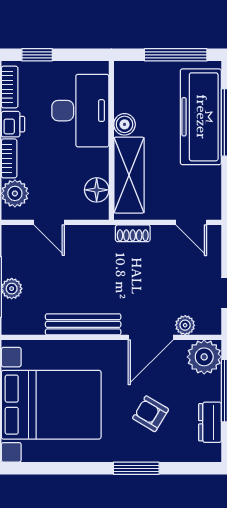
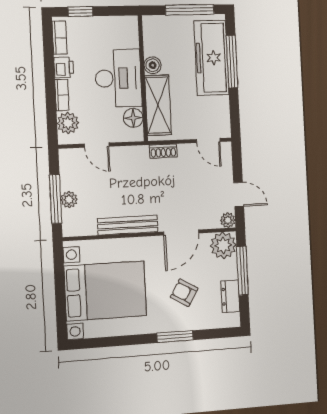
desk: (80, 111) -> (118, 78), moved
plant: (185, 325) -> (228, 220), moved

